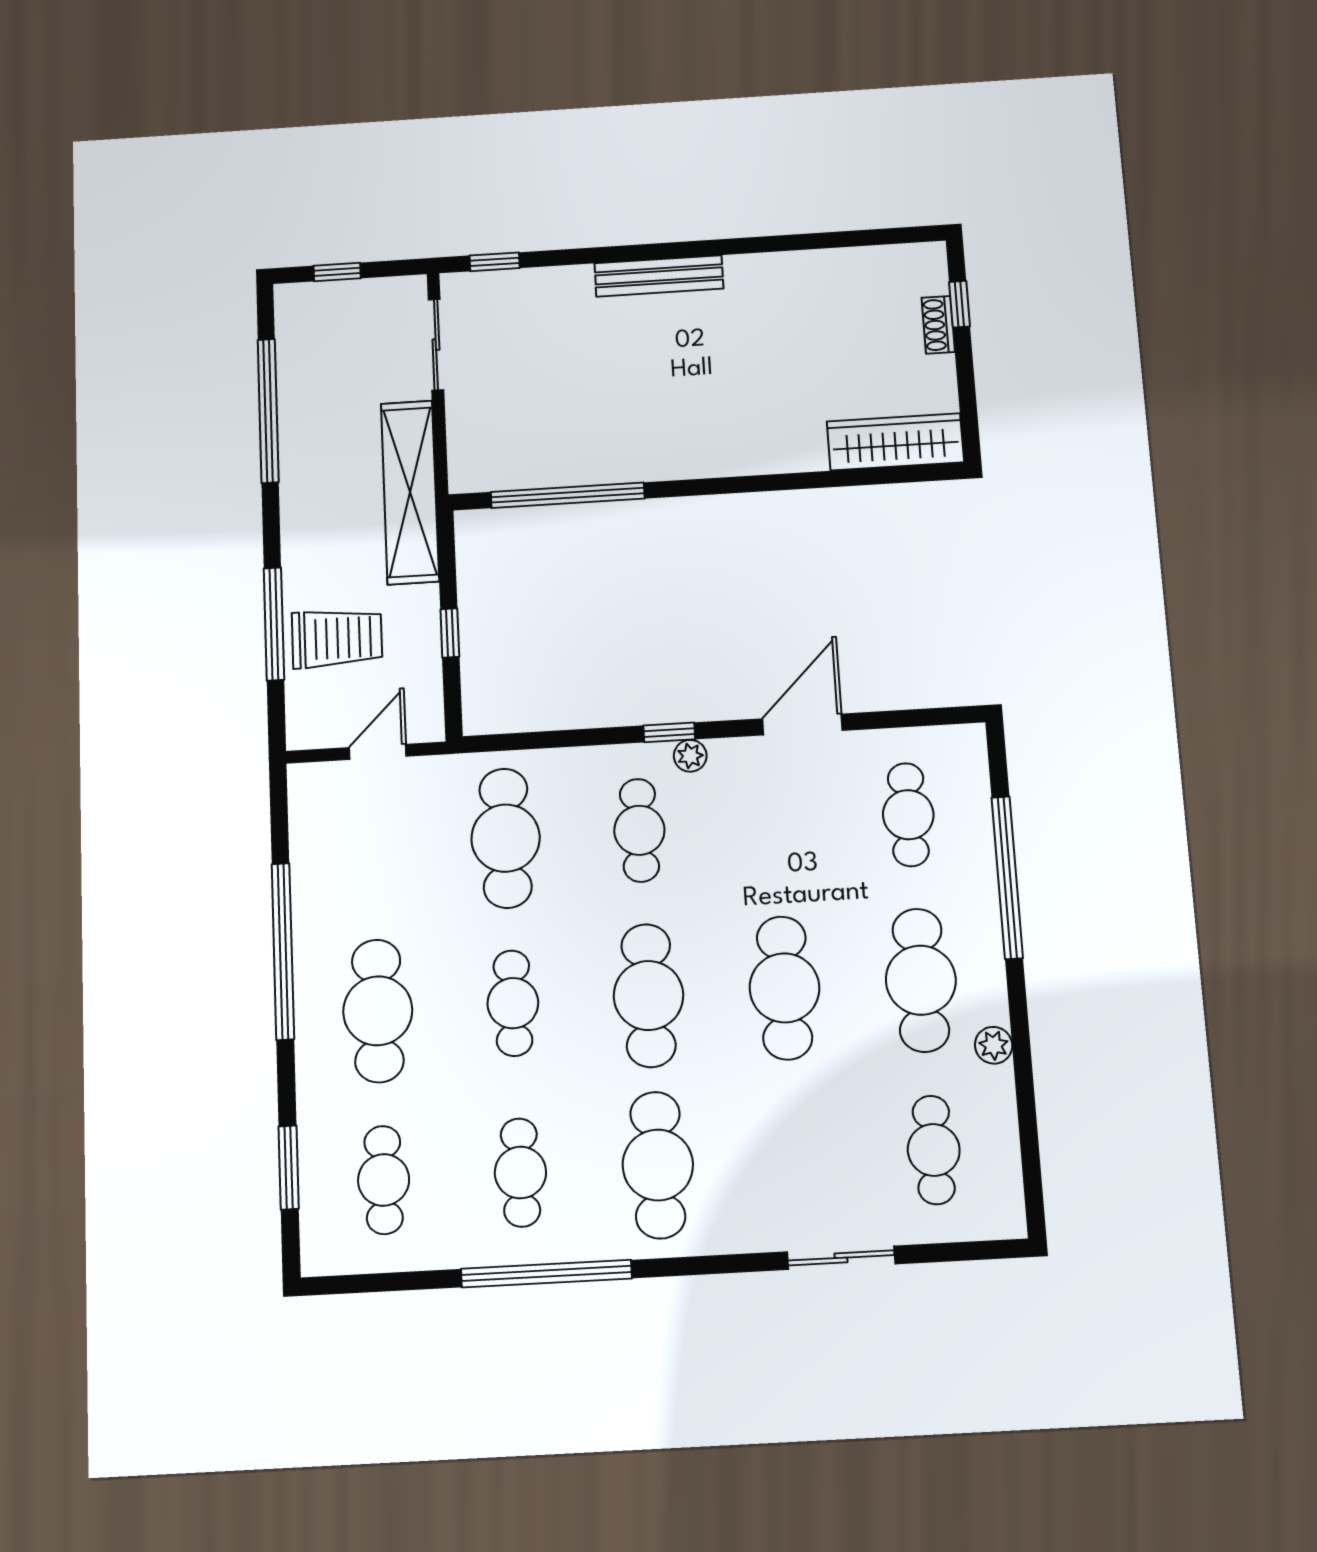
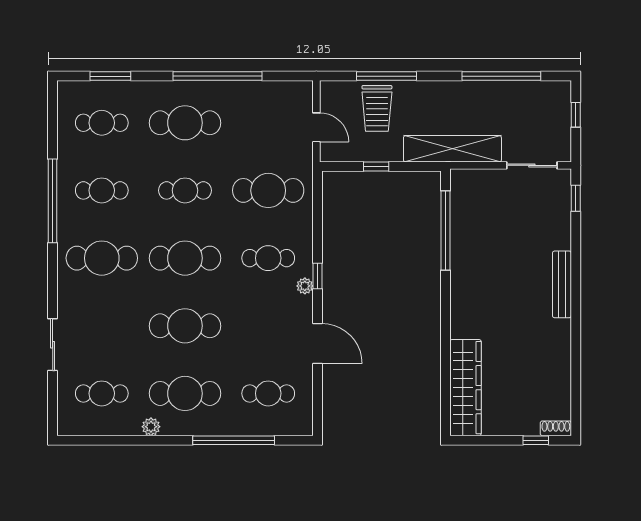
shoe rack: (938, 325) -> (556, 428), moved
wardrobe: (895, 442) -> (465, 388), width x1.40, depth x1.17

